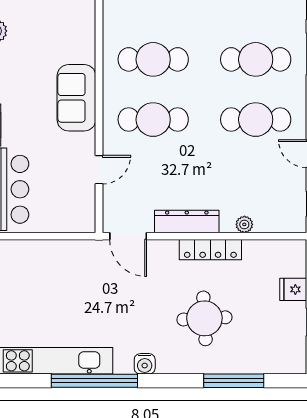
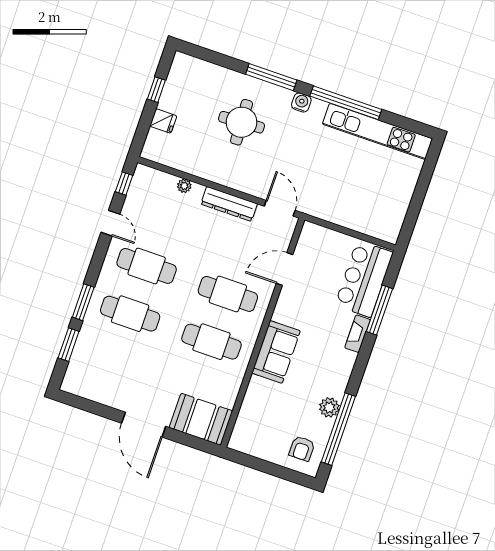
sofa: (76, 98) -> (276, 352), moved
door: (99, 170) -> (285, 269), width x1.38
locker: (210, 250) -> (218, 175), removed
window: (234, 381) -> (271, 77), moved

